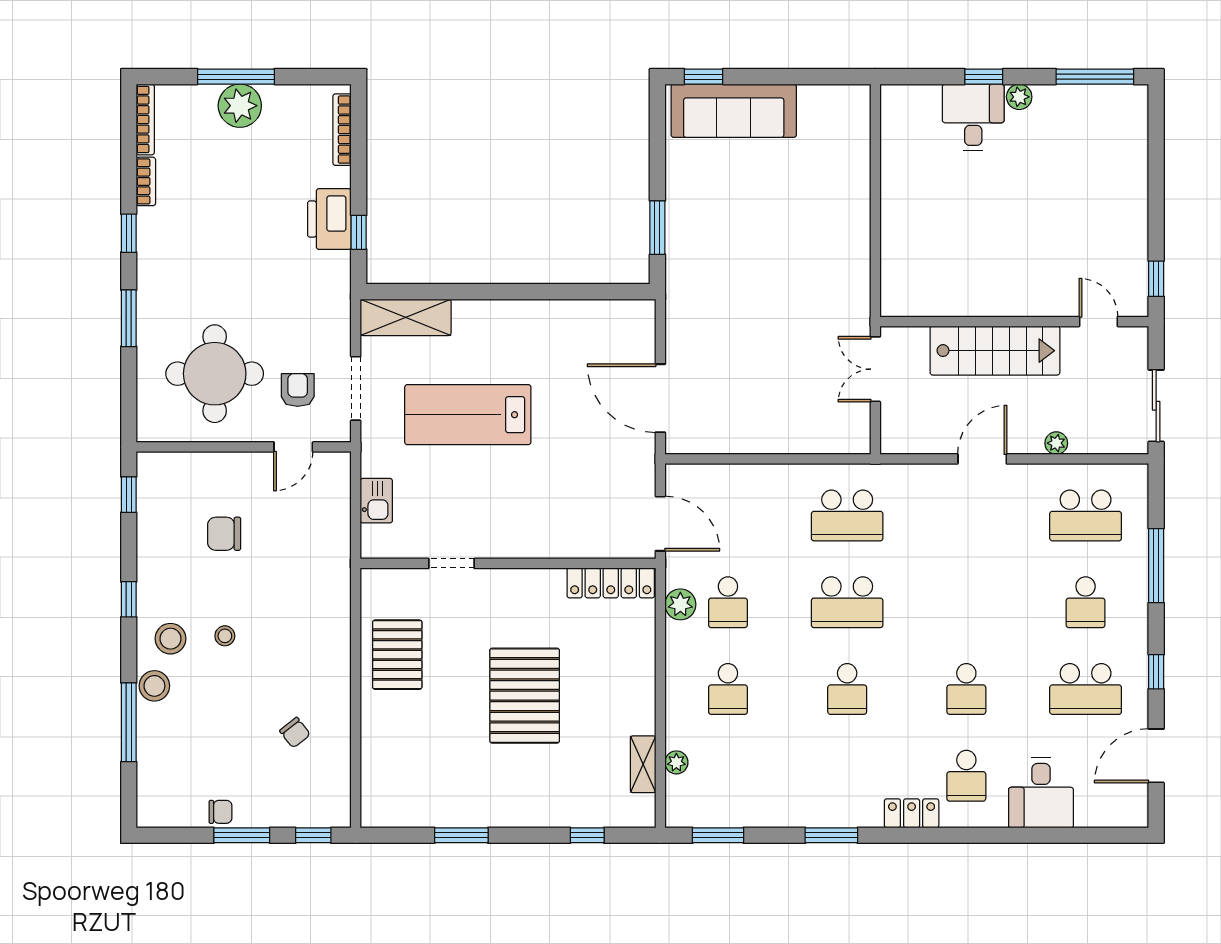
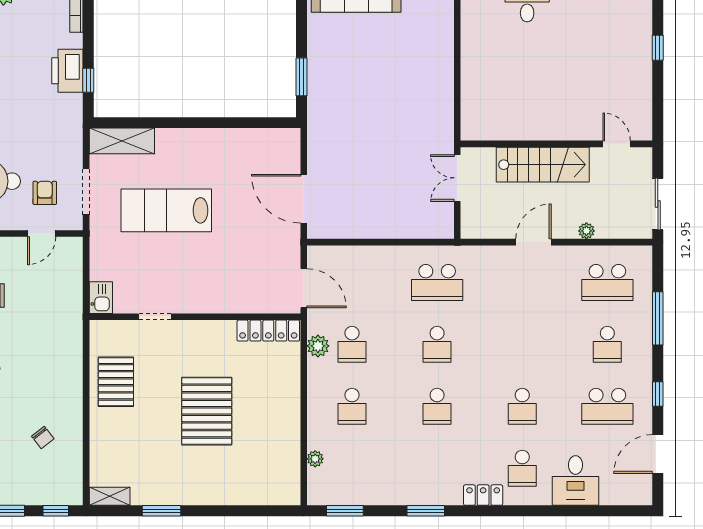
window: (1156, 279) -> (658, 48), moved
kitchen sink: (376, 501) -> (101, 298), moved
school desk: (847, 602) -> (437, 344), width x0.54
shelving: (643, 764) -> (110, 496), moved, turned 90
window: (587, 835) -> (251, 511), removed

